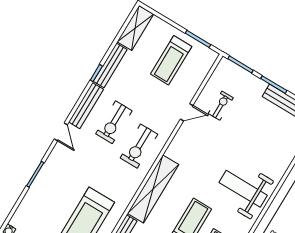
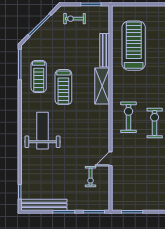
treadmill: (171, 60) -> (141, 187), removed
shelving: (153, 189) -> (102, 86), width x0.68
weight bench: (243, 189) -> (42, 131), turned -90

